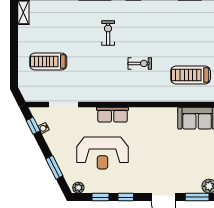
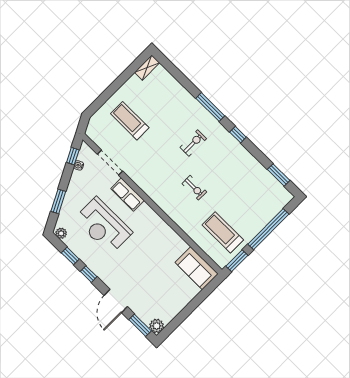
row of seats: (113, 115) -> (127, 195), moved

